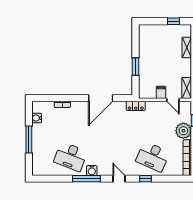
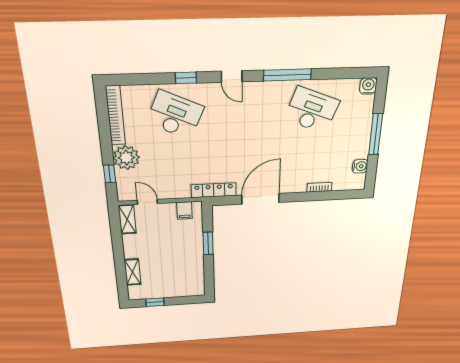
filing cabinet: (161, 92) -> (184, 210), moved
locker: (136, 106) -> (214, 190), width x1.53
water cooler: (92, 171) -> (368, 86), moved

